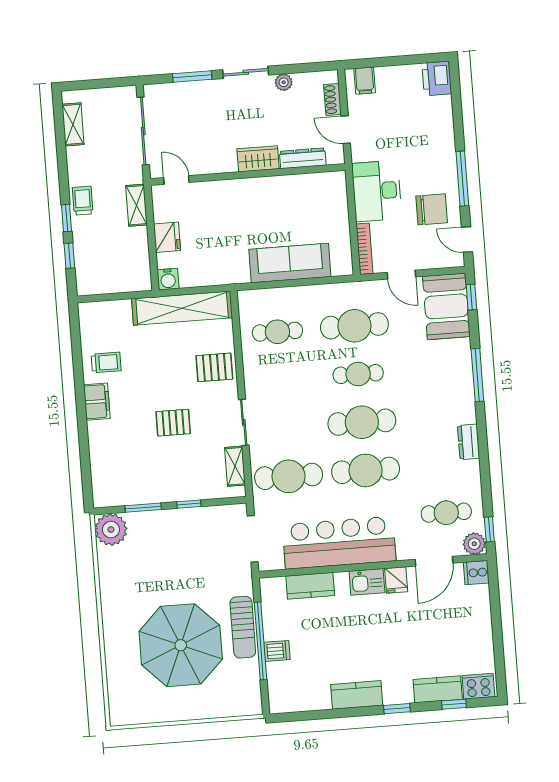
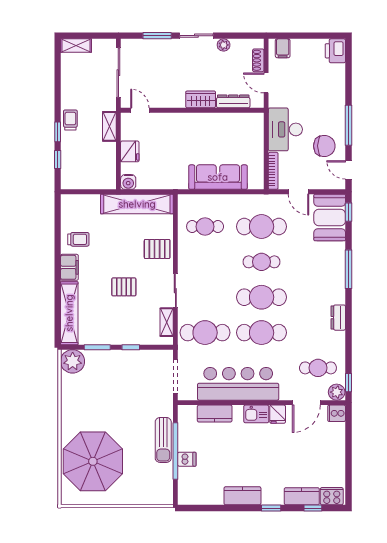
shelving: (73, 124) -> (76, 46), moved, turned 90
shelving: (101, 464) -> (69, 313), added
parasol: (181, 645) -> (93, 461), moved

